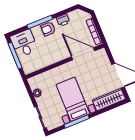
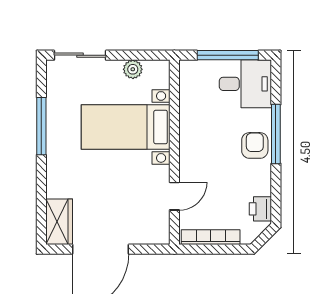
printer: (63, 20) -> (260, 209), moved
door: (83, 54) -> (174, 196), width x0.53
bed with nightstands: (73, 99) -> (126, 127), moved, turned 180
wardrobe: (109, 100) -> (59, 222), width x0.67

